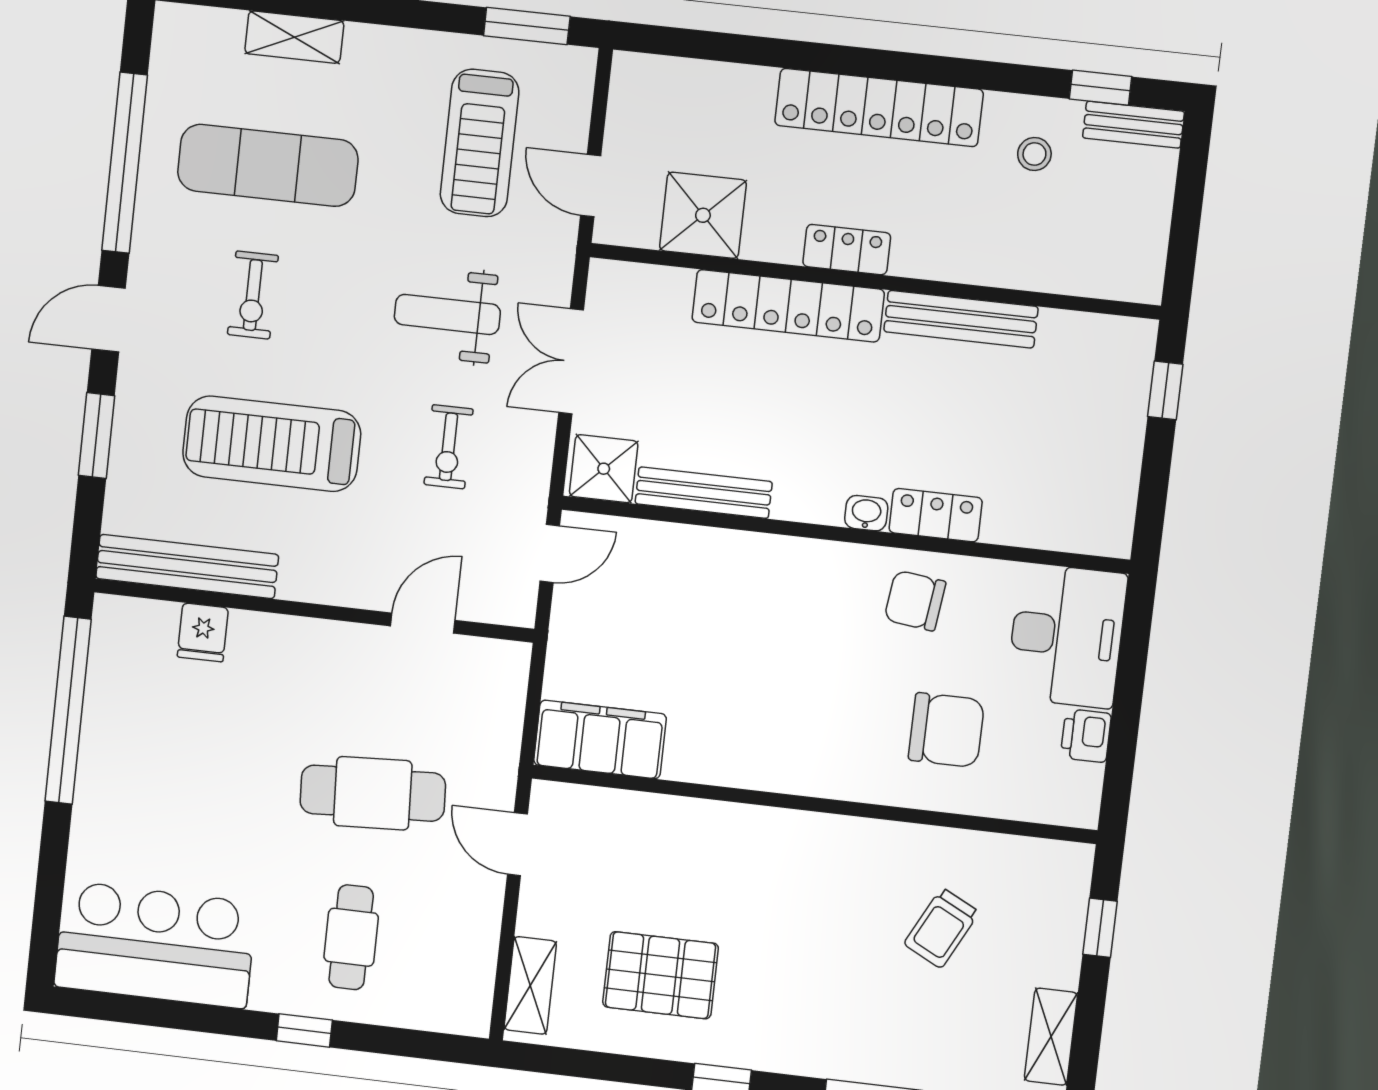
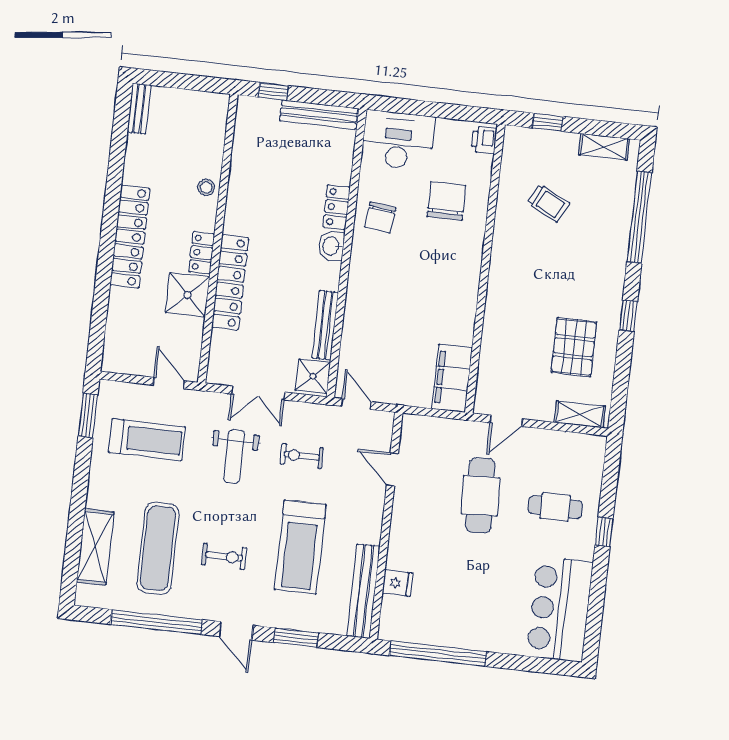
shelving: (294, 37) -> (95, 547), width x1.50, depth x1.33
window: (1100, 88) -> (120, 125), removed
stool: (1034, 154) -> (206, 187), moved
door: (591, 186) -> (169, 383), swing flipped
shower: (703, 215) -> (188, 295), moved
bench: (961, 319) -> (319, 115), moved, turned 90
exercise bike: (449, 447) -> (302, 456), turned 180
washbasin: (866, 513) -> (331, 246), width x1.38, depth x1.45
printer: (1086, 736) -> (484, 140), moved, turned 90

